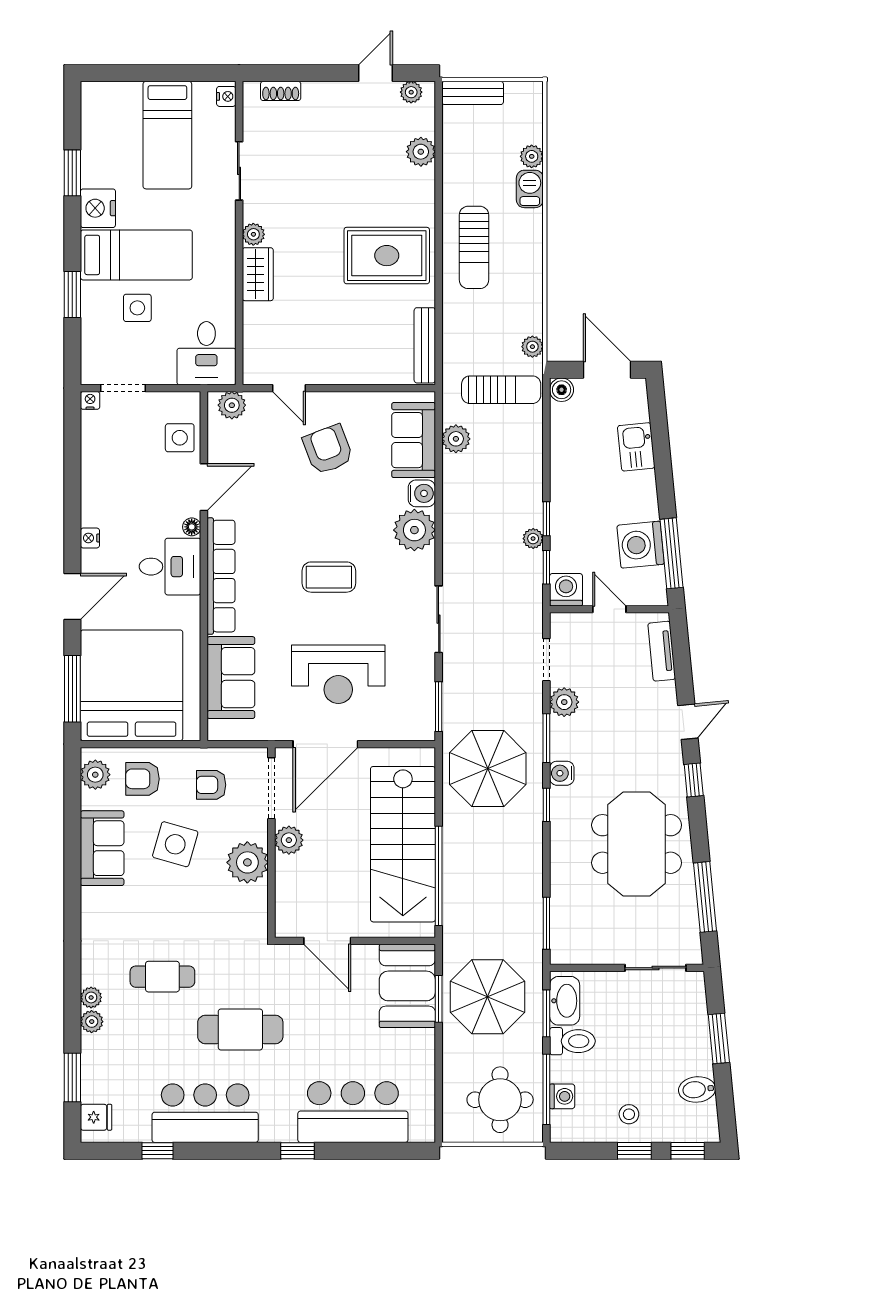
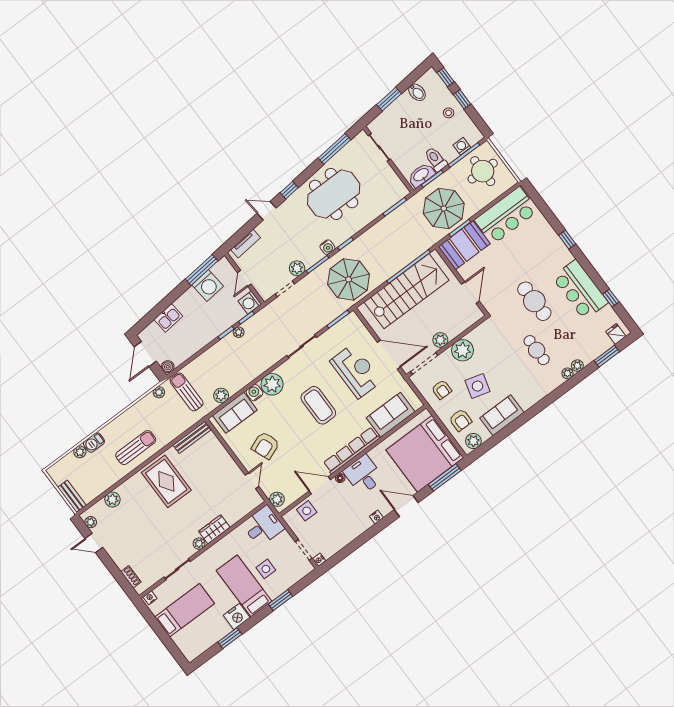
coffee table: (329, 577) -> (318, 405), width x1.36, depth x1.32
bar counter: (353, 1112) -> (506, 215), moved, turned -90

